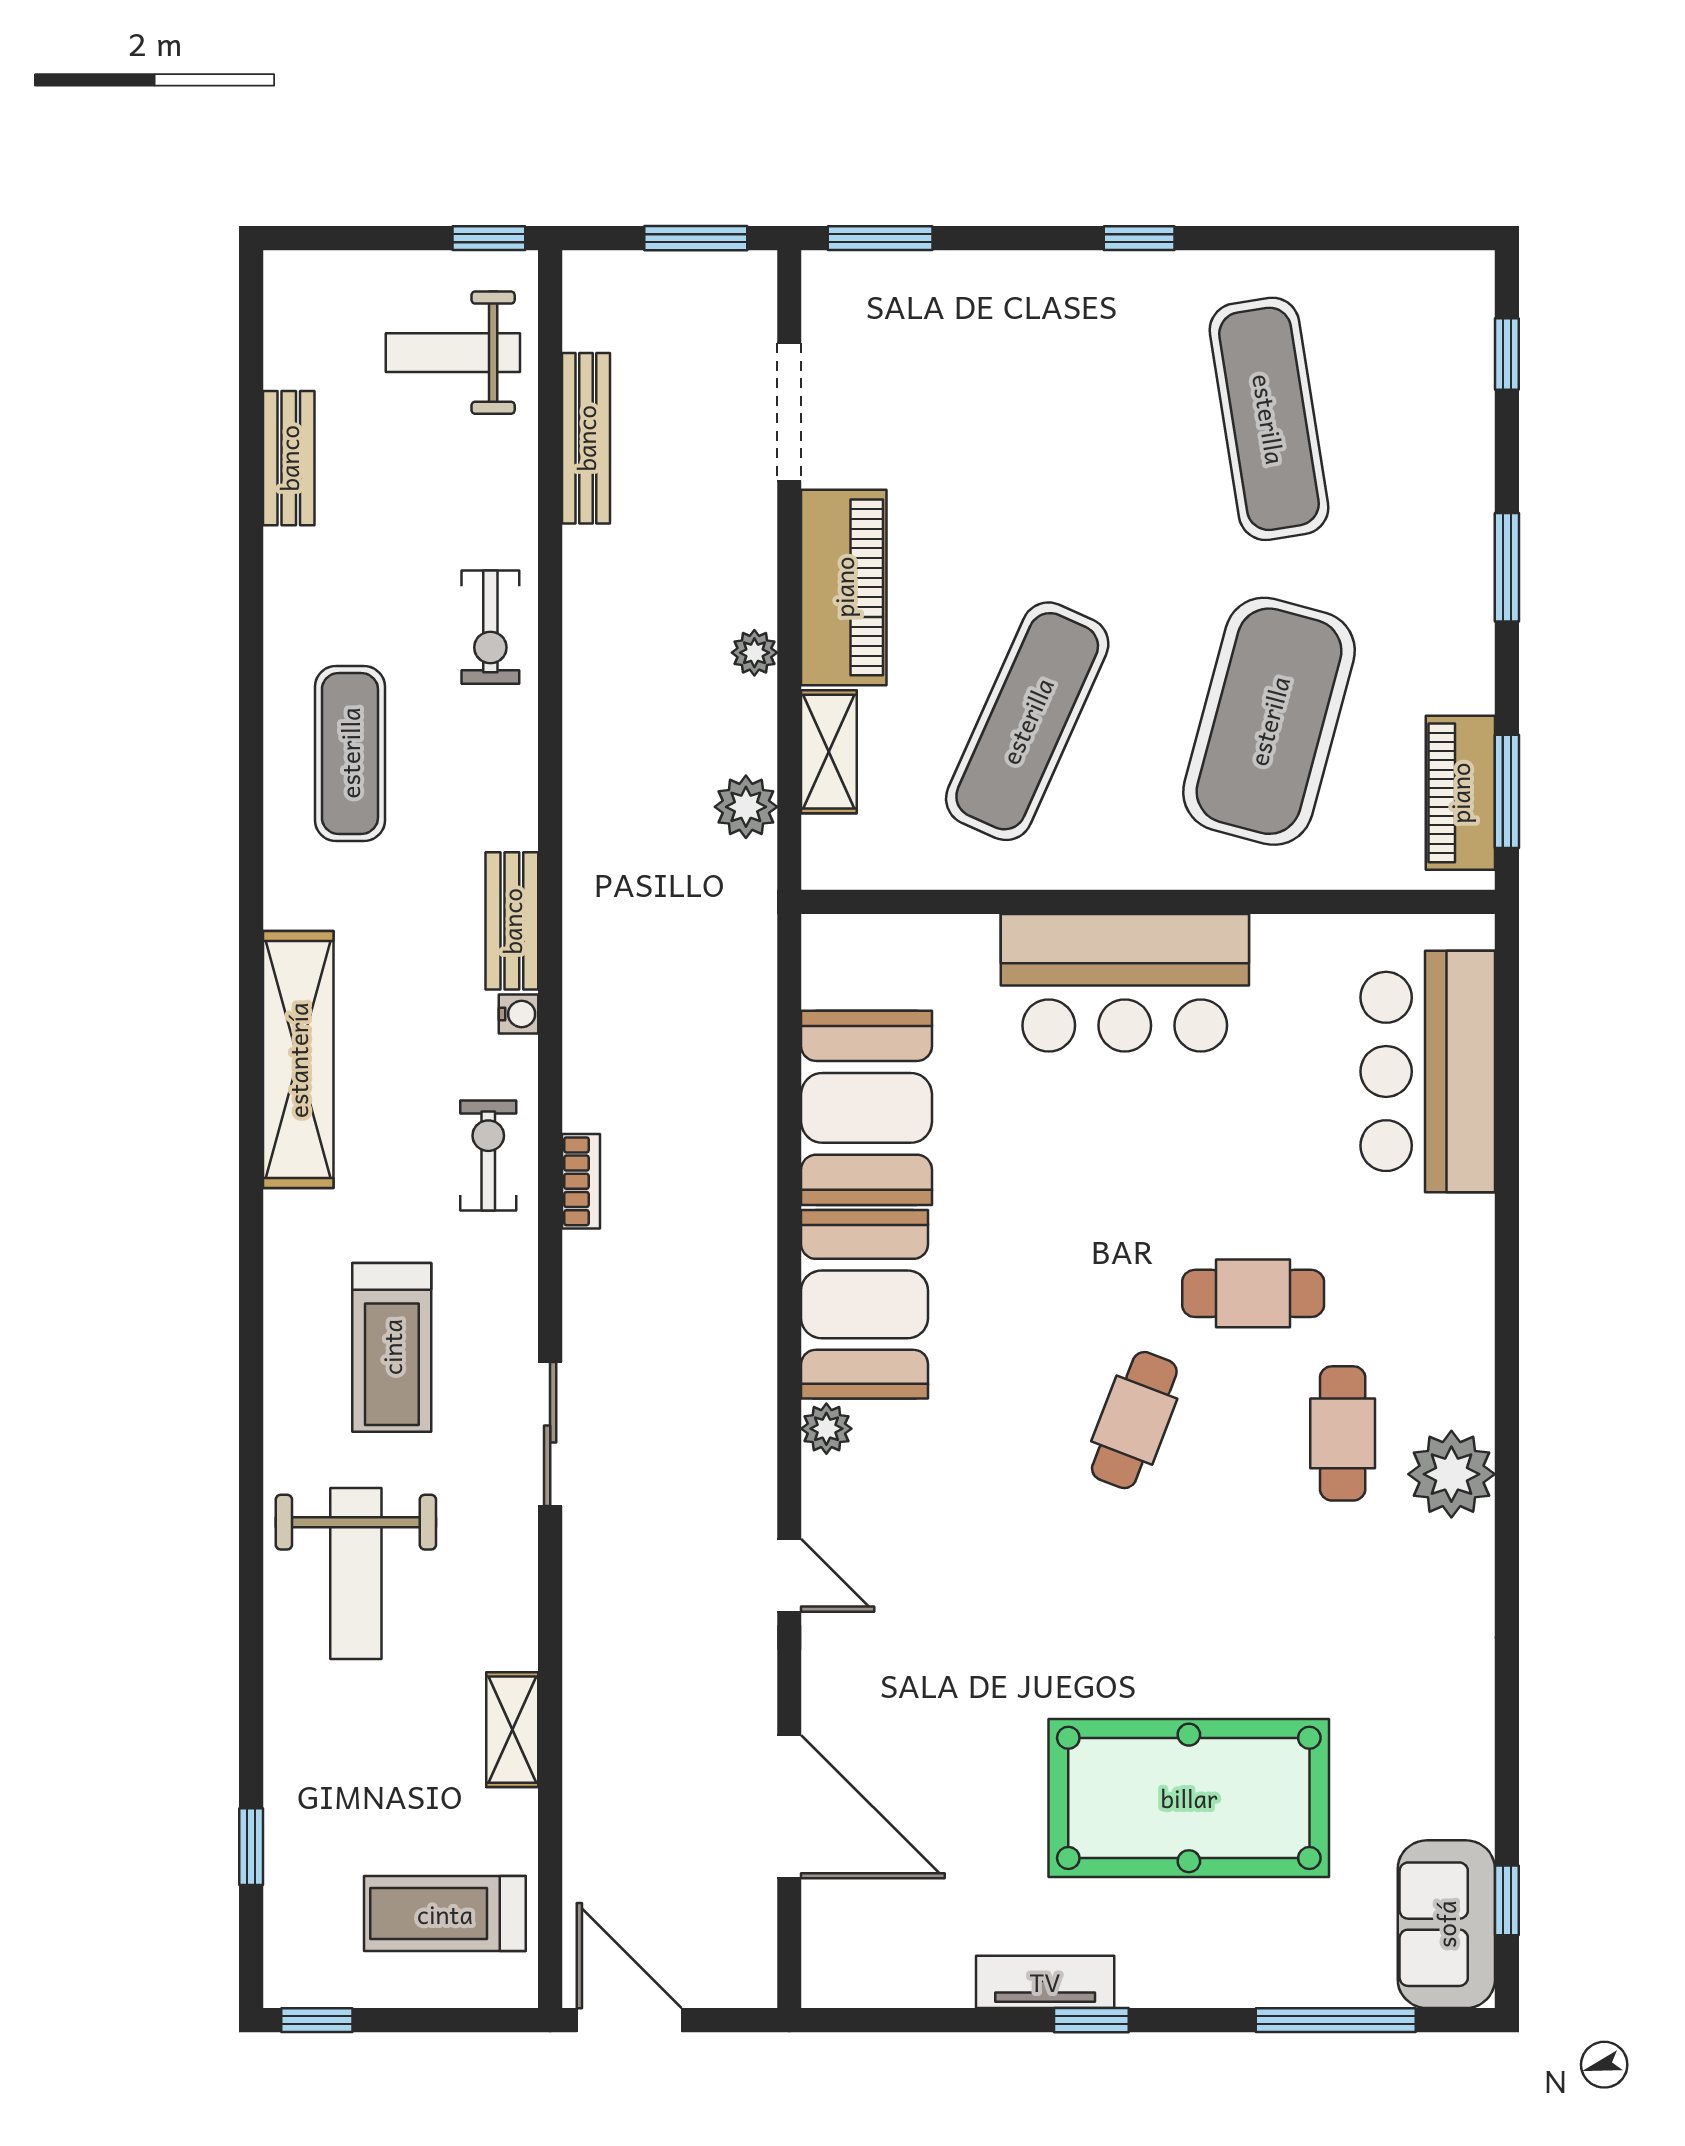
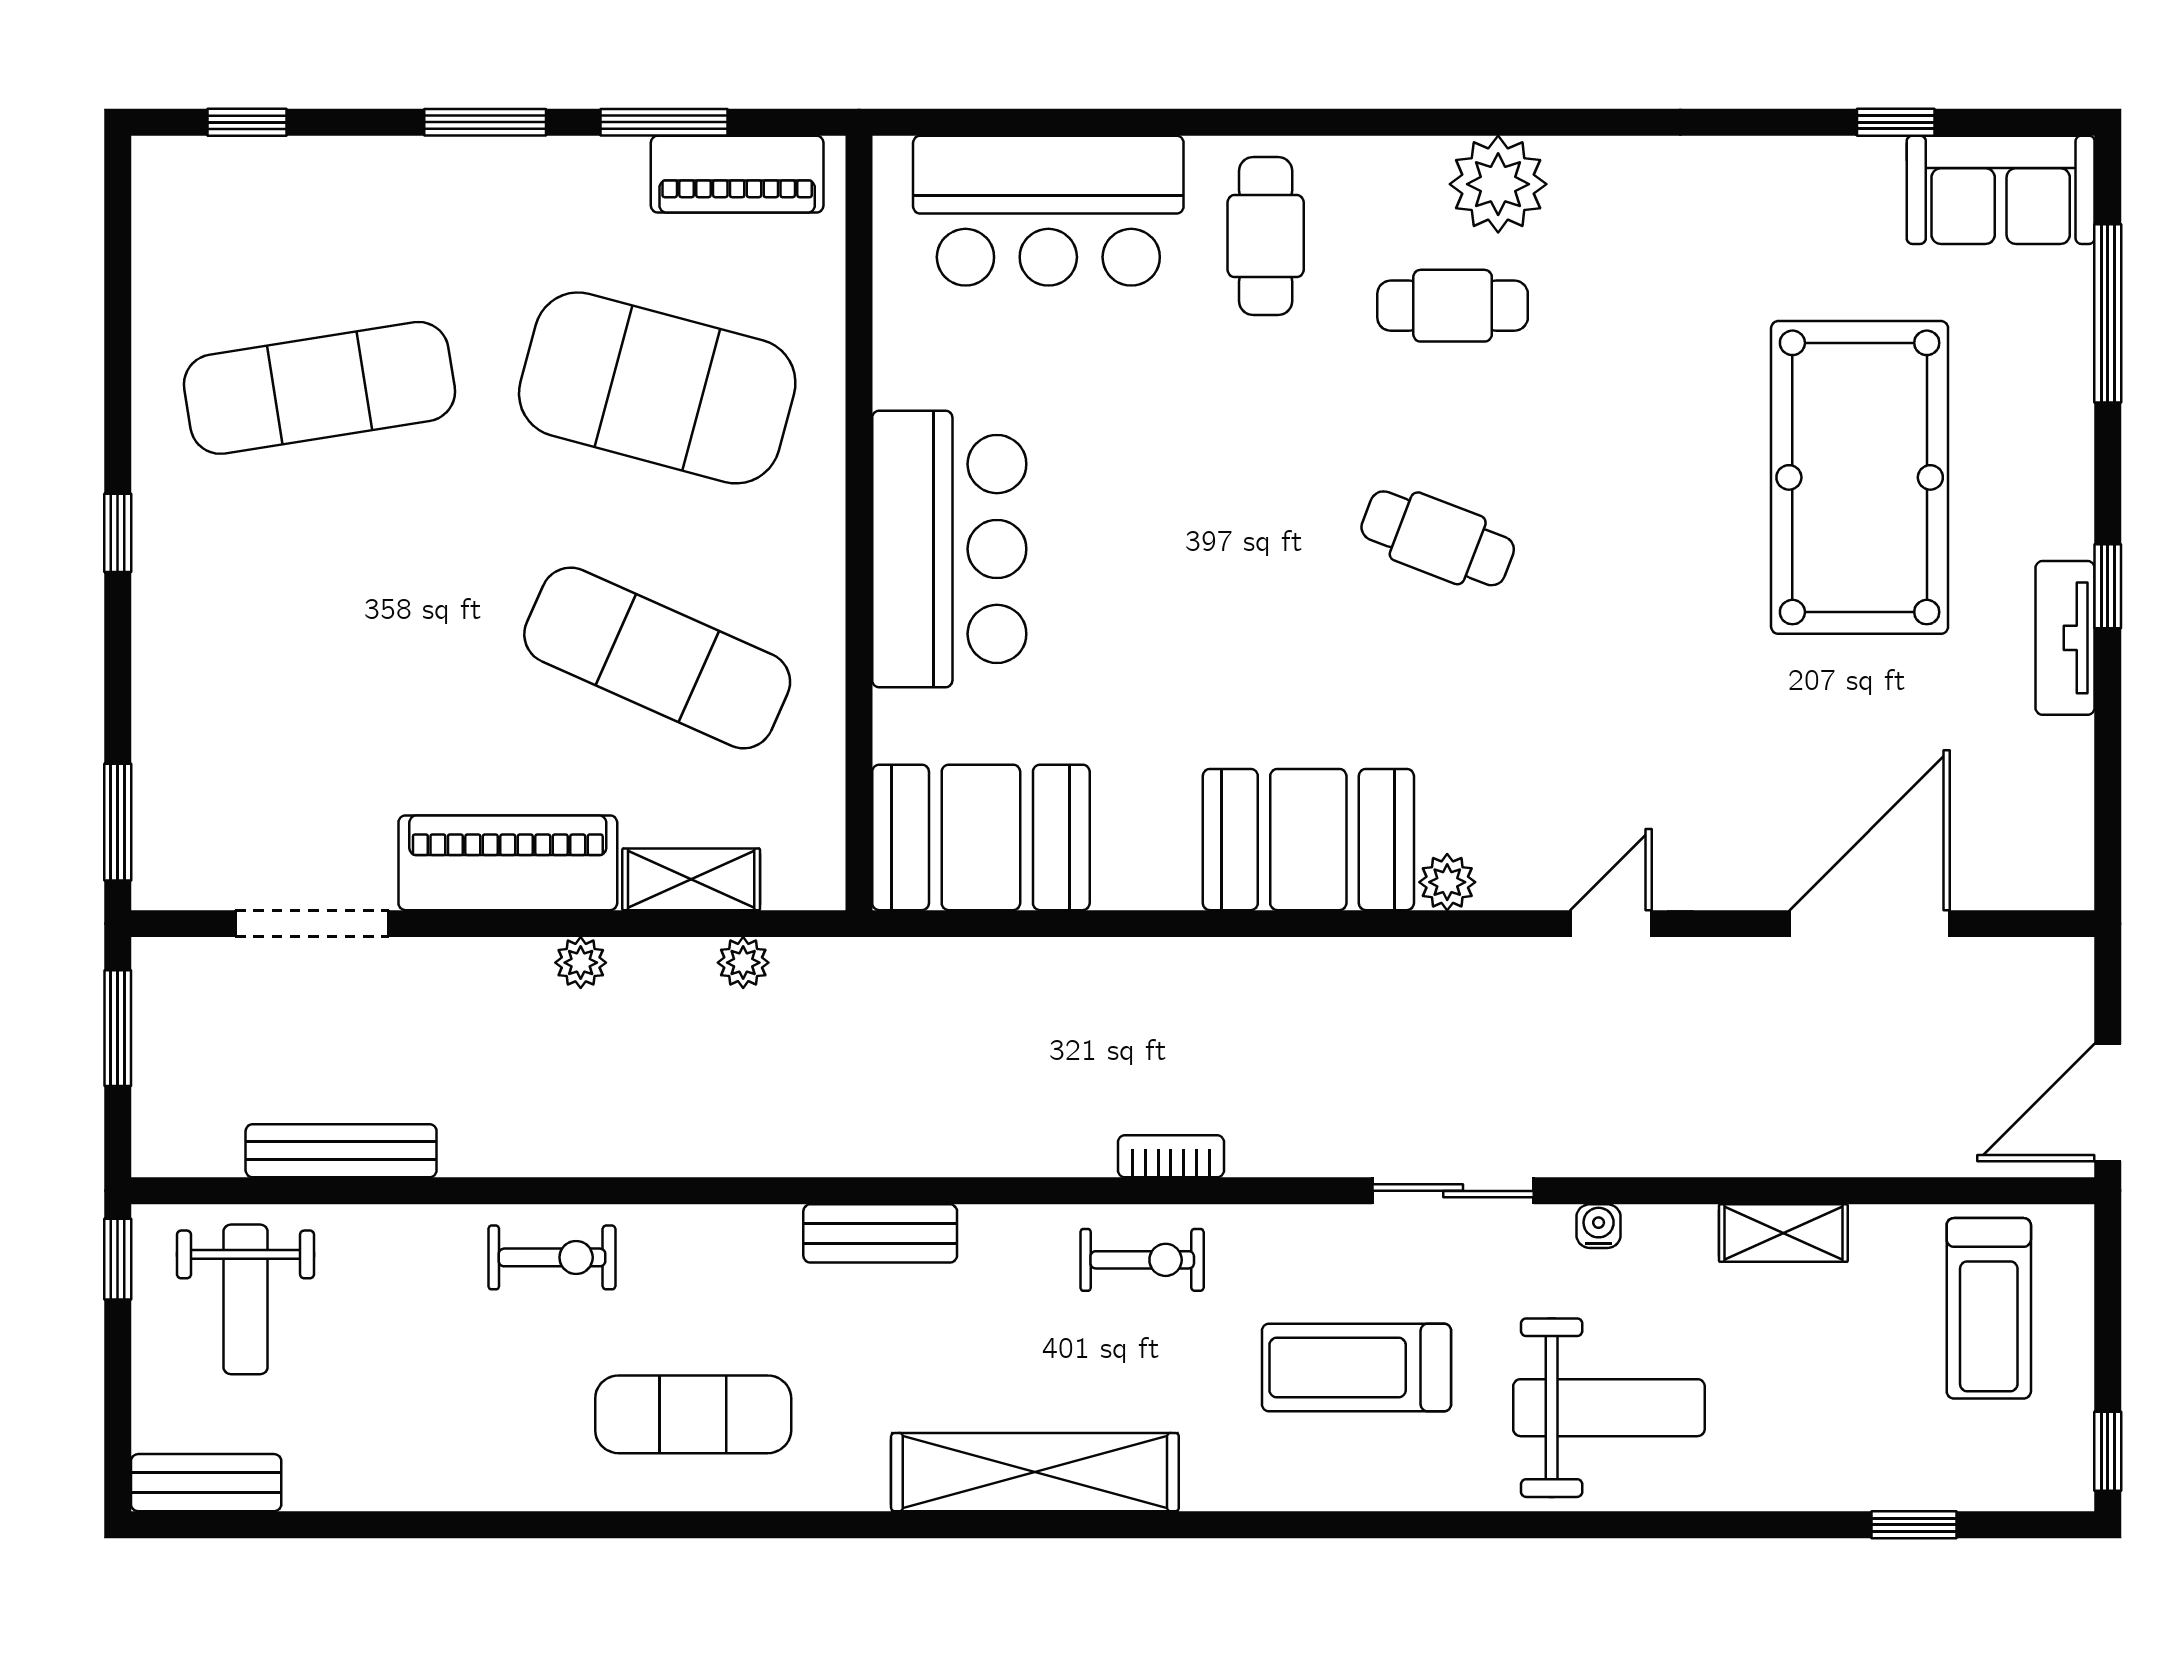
bench: (289, 458) -> (206, 1483), moved
window: (1507, 791) -> (664, 122), moved
plant: (746, 807) -> (743, 963), width x0.73, depth x0.73
water cooler: (518, 1014) -> (1599, 1226), moved
booth: (866, 1108) -> (981, 837), moved
exercise bike: (488, 1155) -> (1142, 1260), turned 180
cafe table: (1253, 1293) -> (1266, 236), moved
treadmill: (392, 1347) -> (1356, 1368), turned 180
window: (1507, 1900) -> (1896, 122), moved

